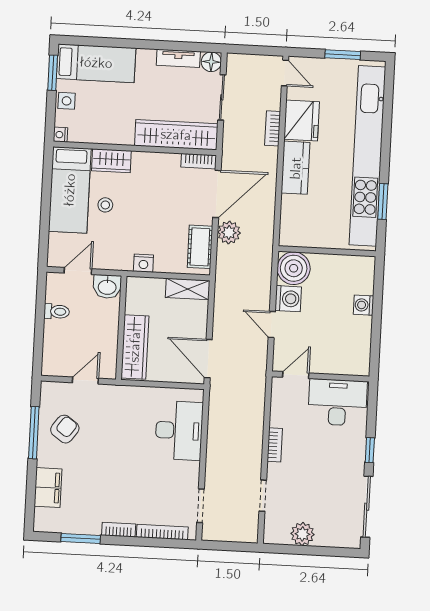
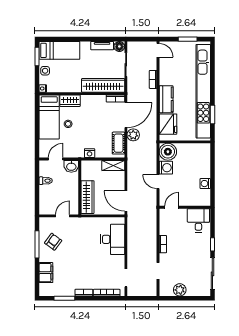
fridge: (302, 120) -> (168, 124), moved
washing machine: (364, 305) -> (205, 184), moved
desk: (337, 402) -> (198, 220), width x0.73

